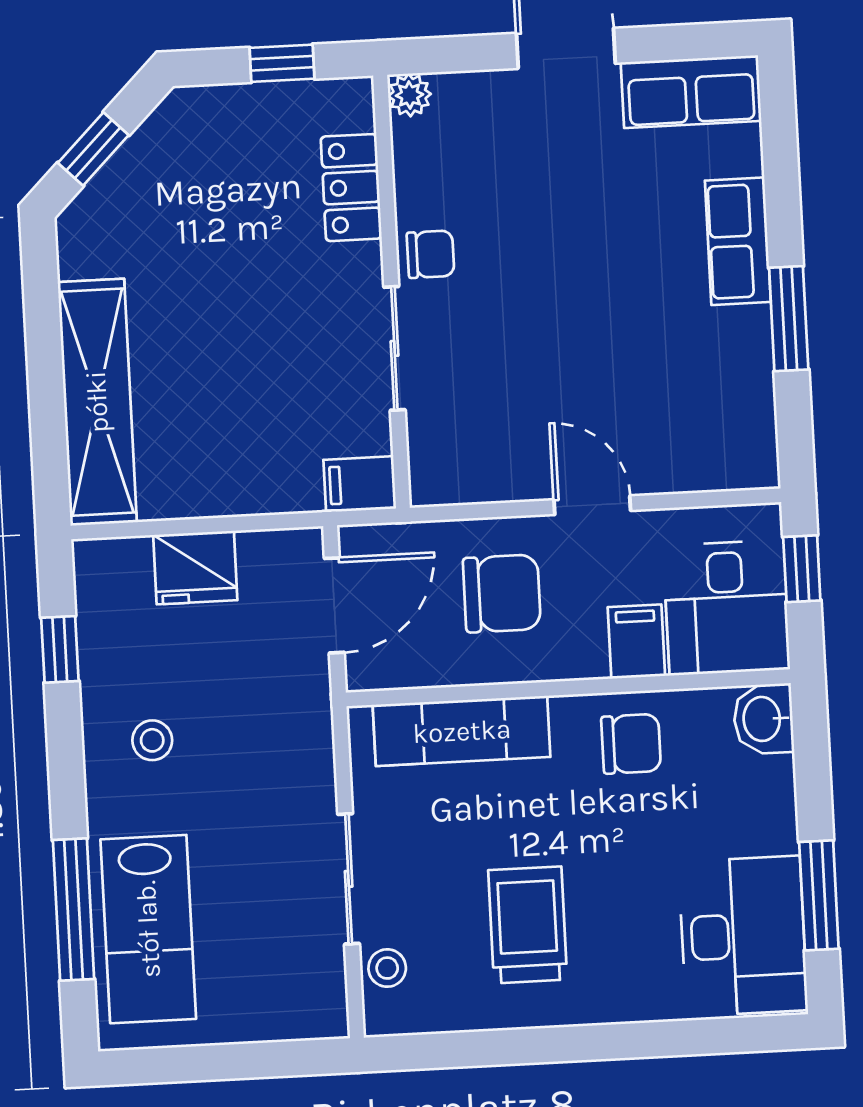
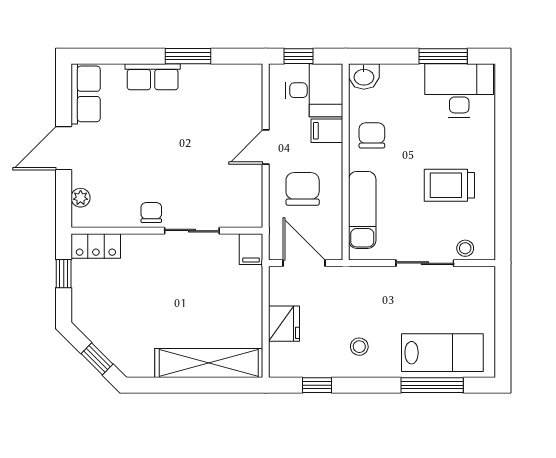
plant: (409, 95) -> (81, 198), moved
locker: (351, 188) -> (96, 246), moved

